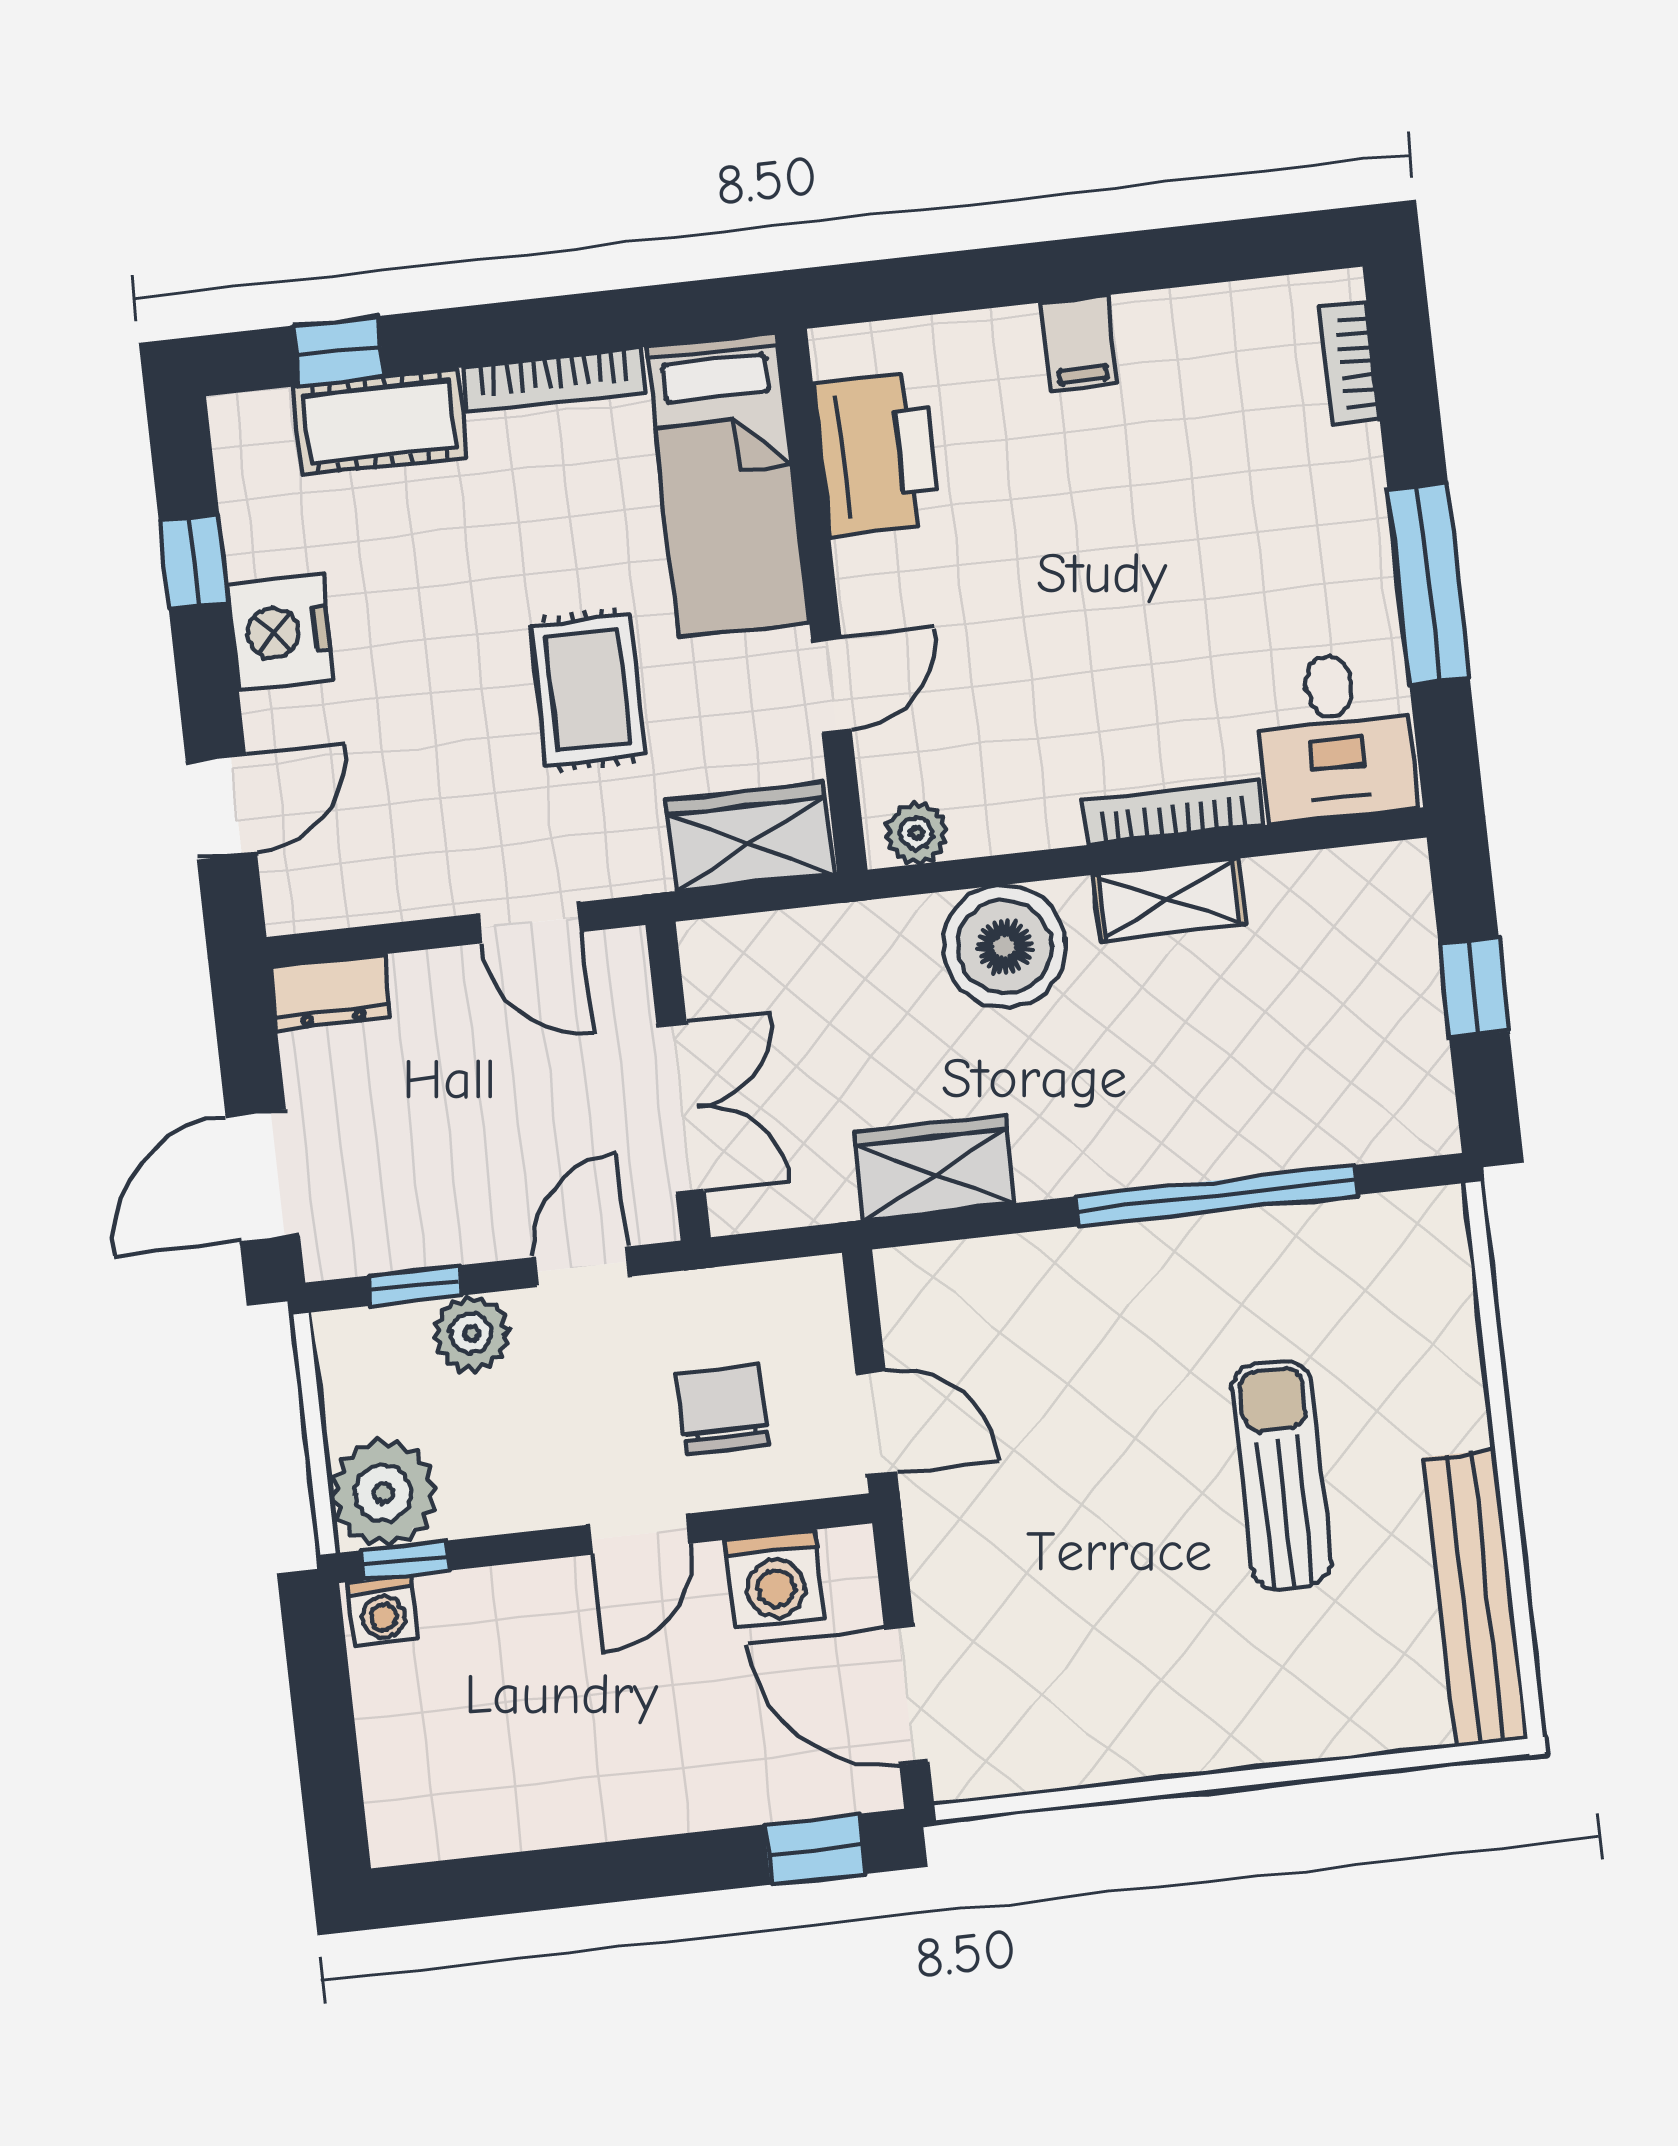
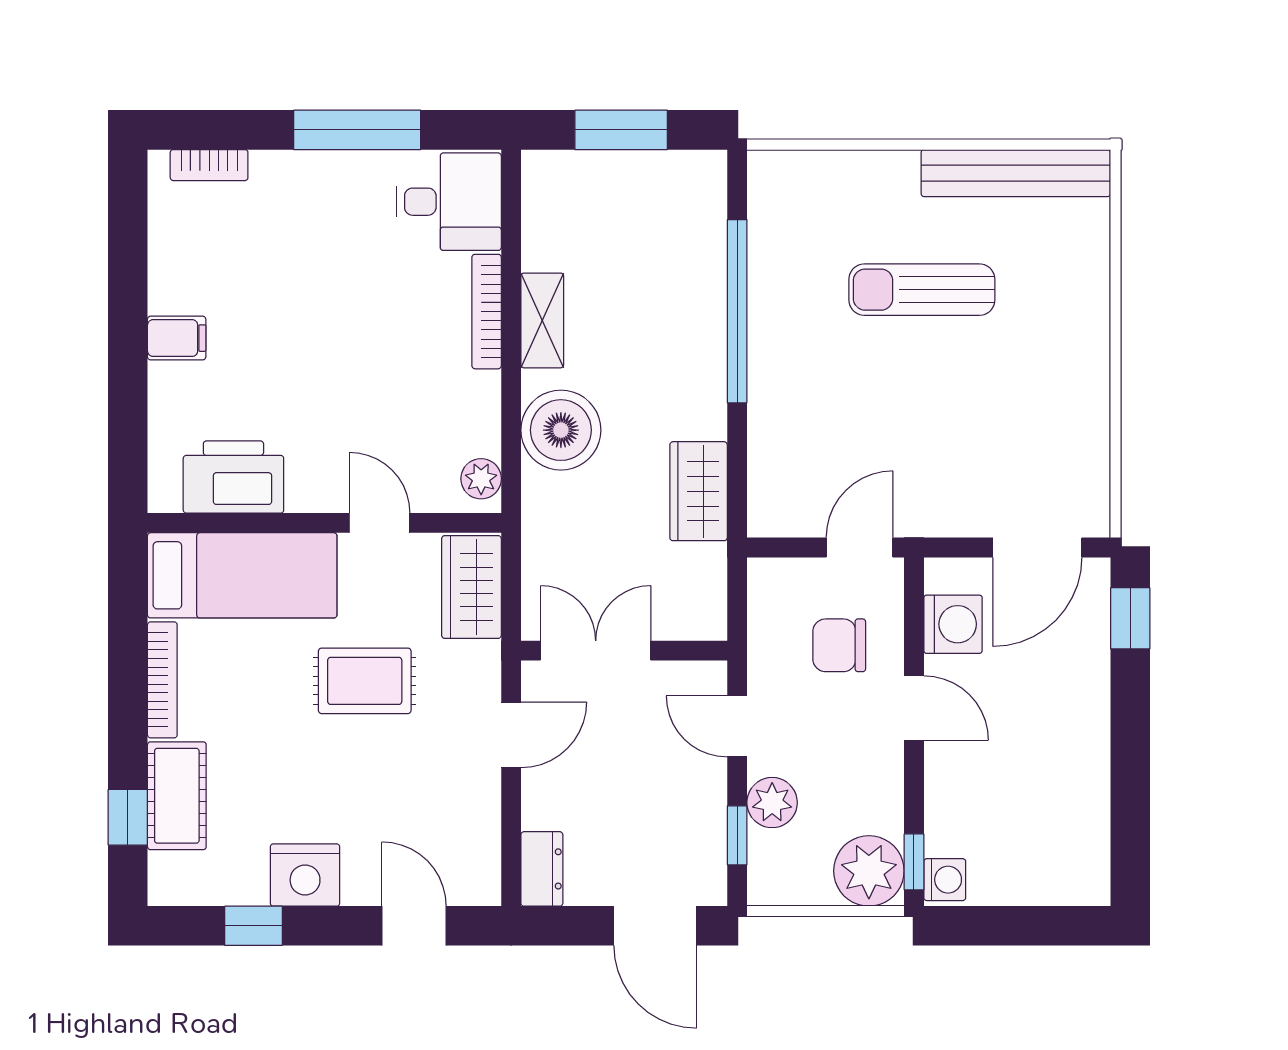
window: (1474, 987) -> (621, 130), width x1.50
double door: (681, 1108) -> (596, 651), moved

